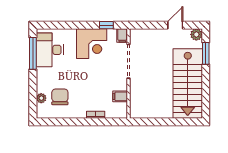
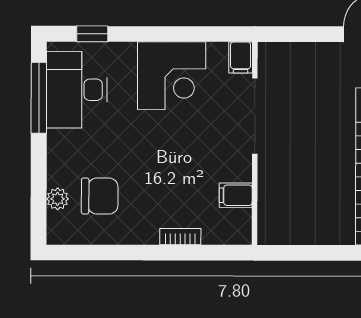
window: (106, 25) -> (92, 34), moved
chair: (60, 97) -> (100, 196), turned 90

